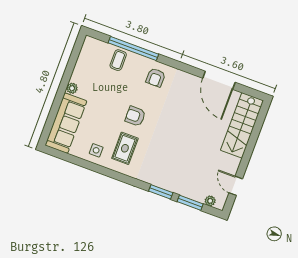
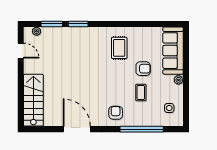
coffee table: (118, 60) -> (141, 92), moved
door: (219, 80) -> (77, 129), moved
armchair: (135, 116) -> (143, 69), moved
side table: (96, 150) -> (169, 108), moved

